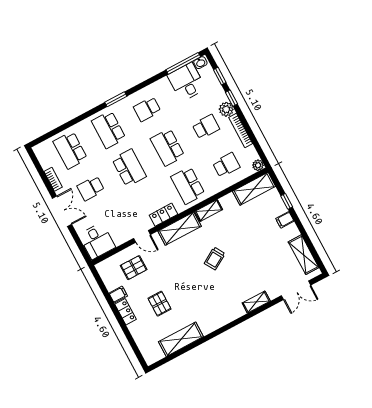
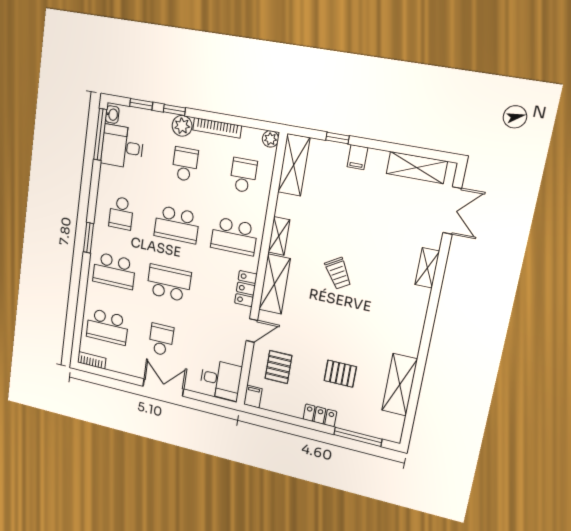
bookcase: (53, 179) -> (92, 360), moved
school desk: (91, 188) -> (161, 340), turned 180
filing cabinet: (118, 295) -> (253, 397), moved
window: (132, 341) -> (358, 437), added

